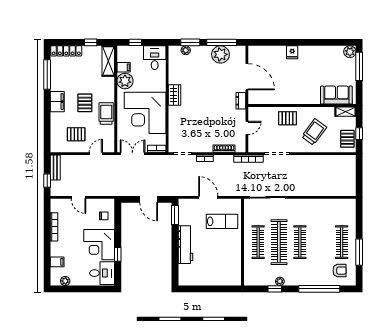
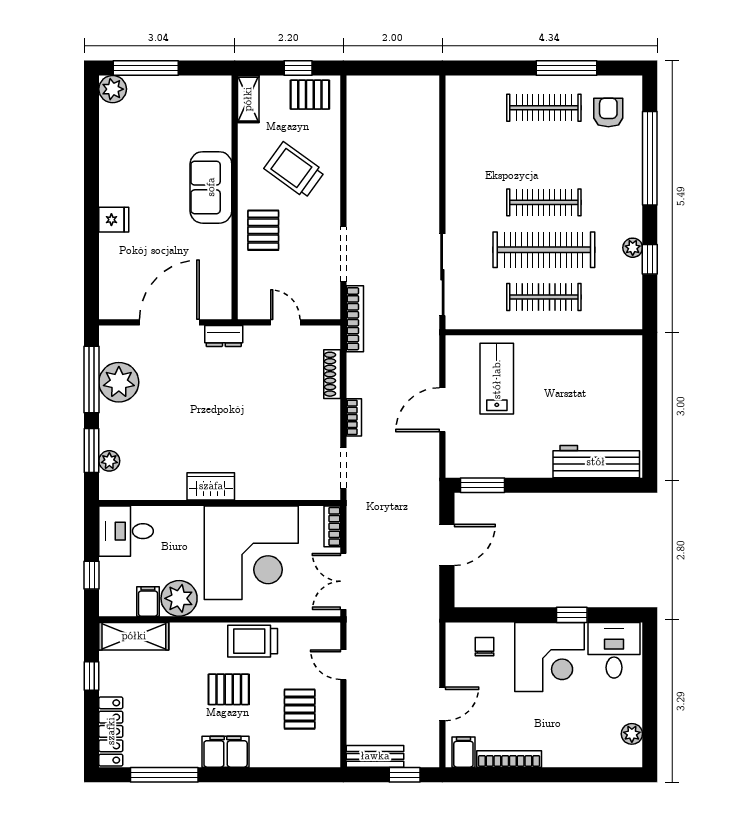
sofa: (336, 95) -> (211, 187), moved
workbench: (185, 245) -> (596, 462), moved
filing cabinet: (57, 262) -> (463, 752), moved

